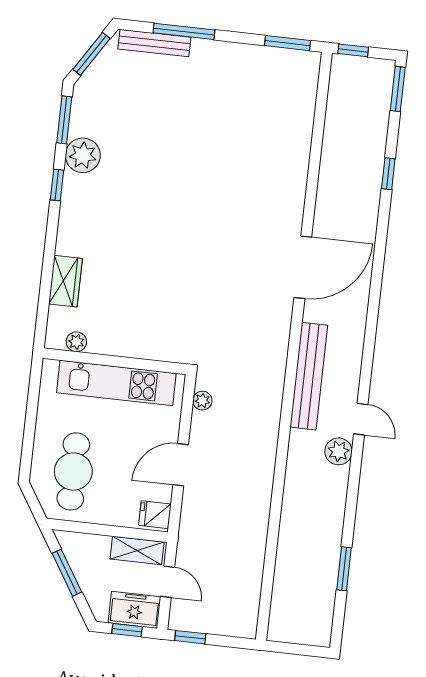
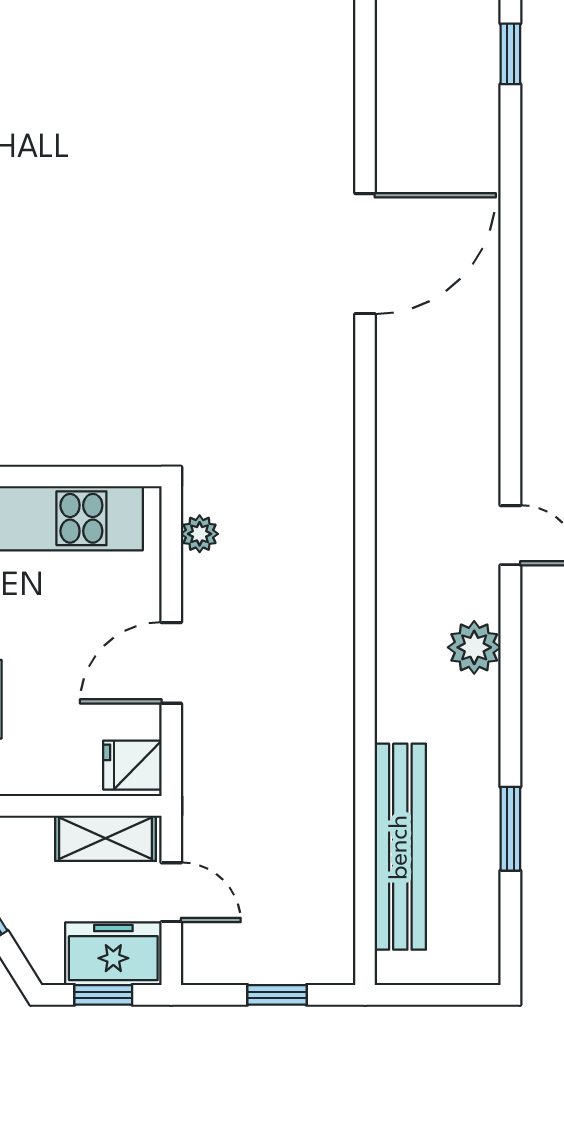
bench: (309, 376) -> (400, 847), moved
plant: (338, 451) -> (474, 647), moved
window: (190, 637) -> (277, 995), moved

